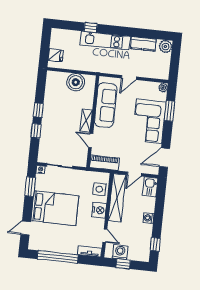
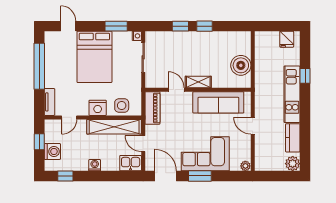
fridge: (56, 55) -> (287, 39), moved
window: (170, 111) -> (200, 176), moved
door: (91, 140) -> (176, 90), hinge flipped
washing machine: (120, 252) -> (52, 151), moved

